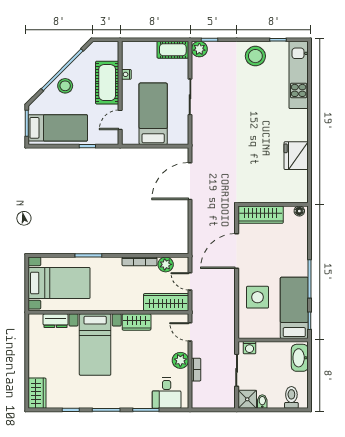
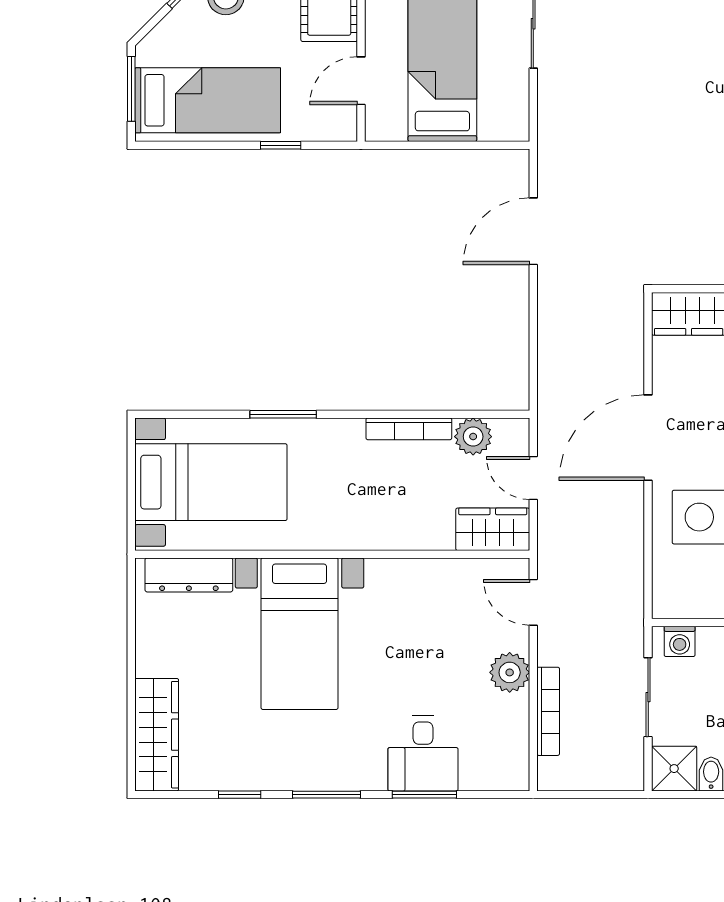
door: (190, 181) -> (533, 231), width x0.73
door: (237, 251) -> (648, 438), moved
wardrobe: (166, 302) -> (493, 529), width x0.67
dresser: (56, 321) -> (189, 575), width x1.44
wardrobe: (137, 322) -> (402, 578), removed
bookcase: (196, 370) -> (548, 711), width x1.56
wardrobe: (37, 393) -> (157, 735), width x1.50
desk: (167, 393) -> (423, 753), moved

